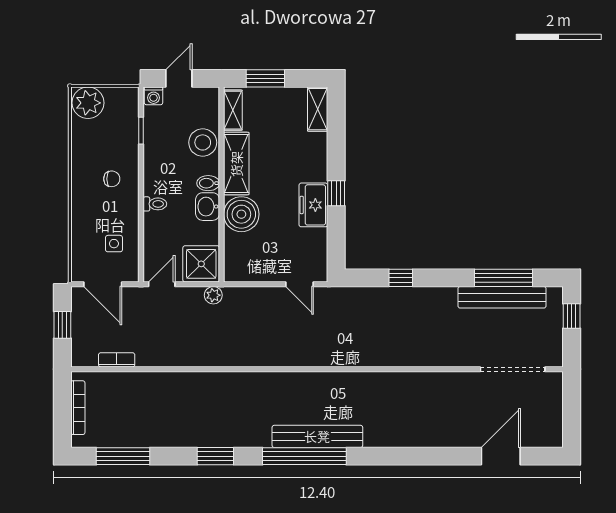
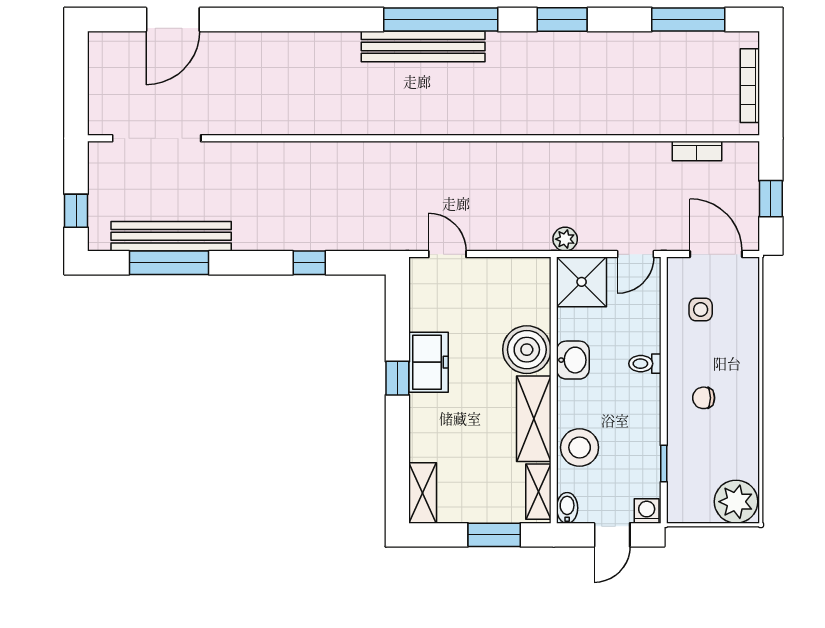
bidet: (208, 183) -> (567, 508), moved, turned -90

